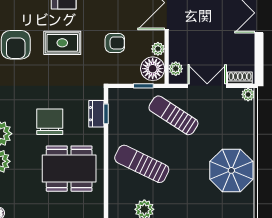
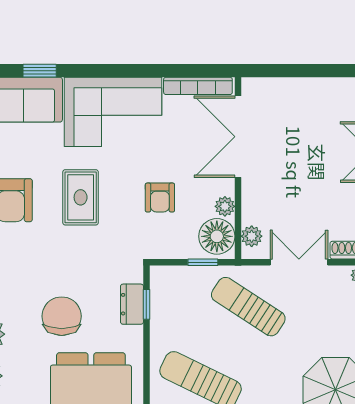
rug: (62, 43) -> (81, 197), turned 90
armchair: (115, 43) -> (160, 198), turned 90

